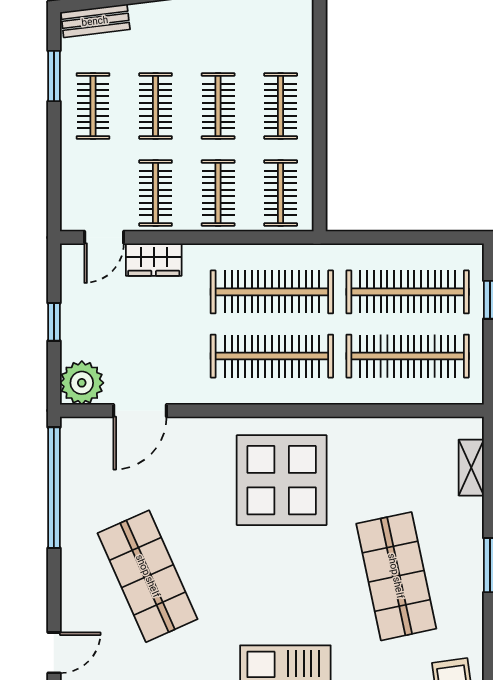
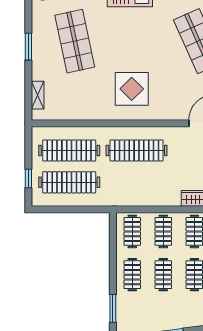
window: (320, 38) -> (113, 308), added
clothes rail: (272, 292) -> (137, 182), removed
display table: (282, 480) -> (132, 89), width x0.73, depth x0.73

